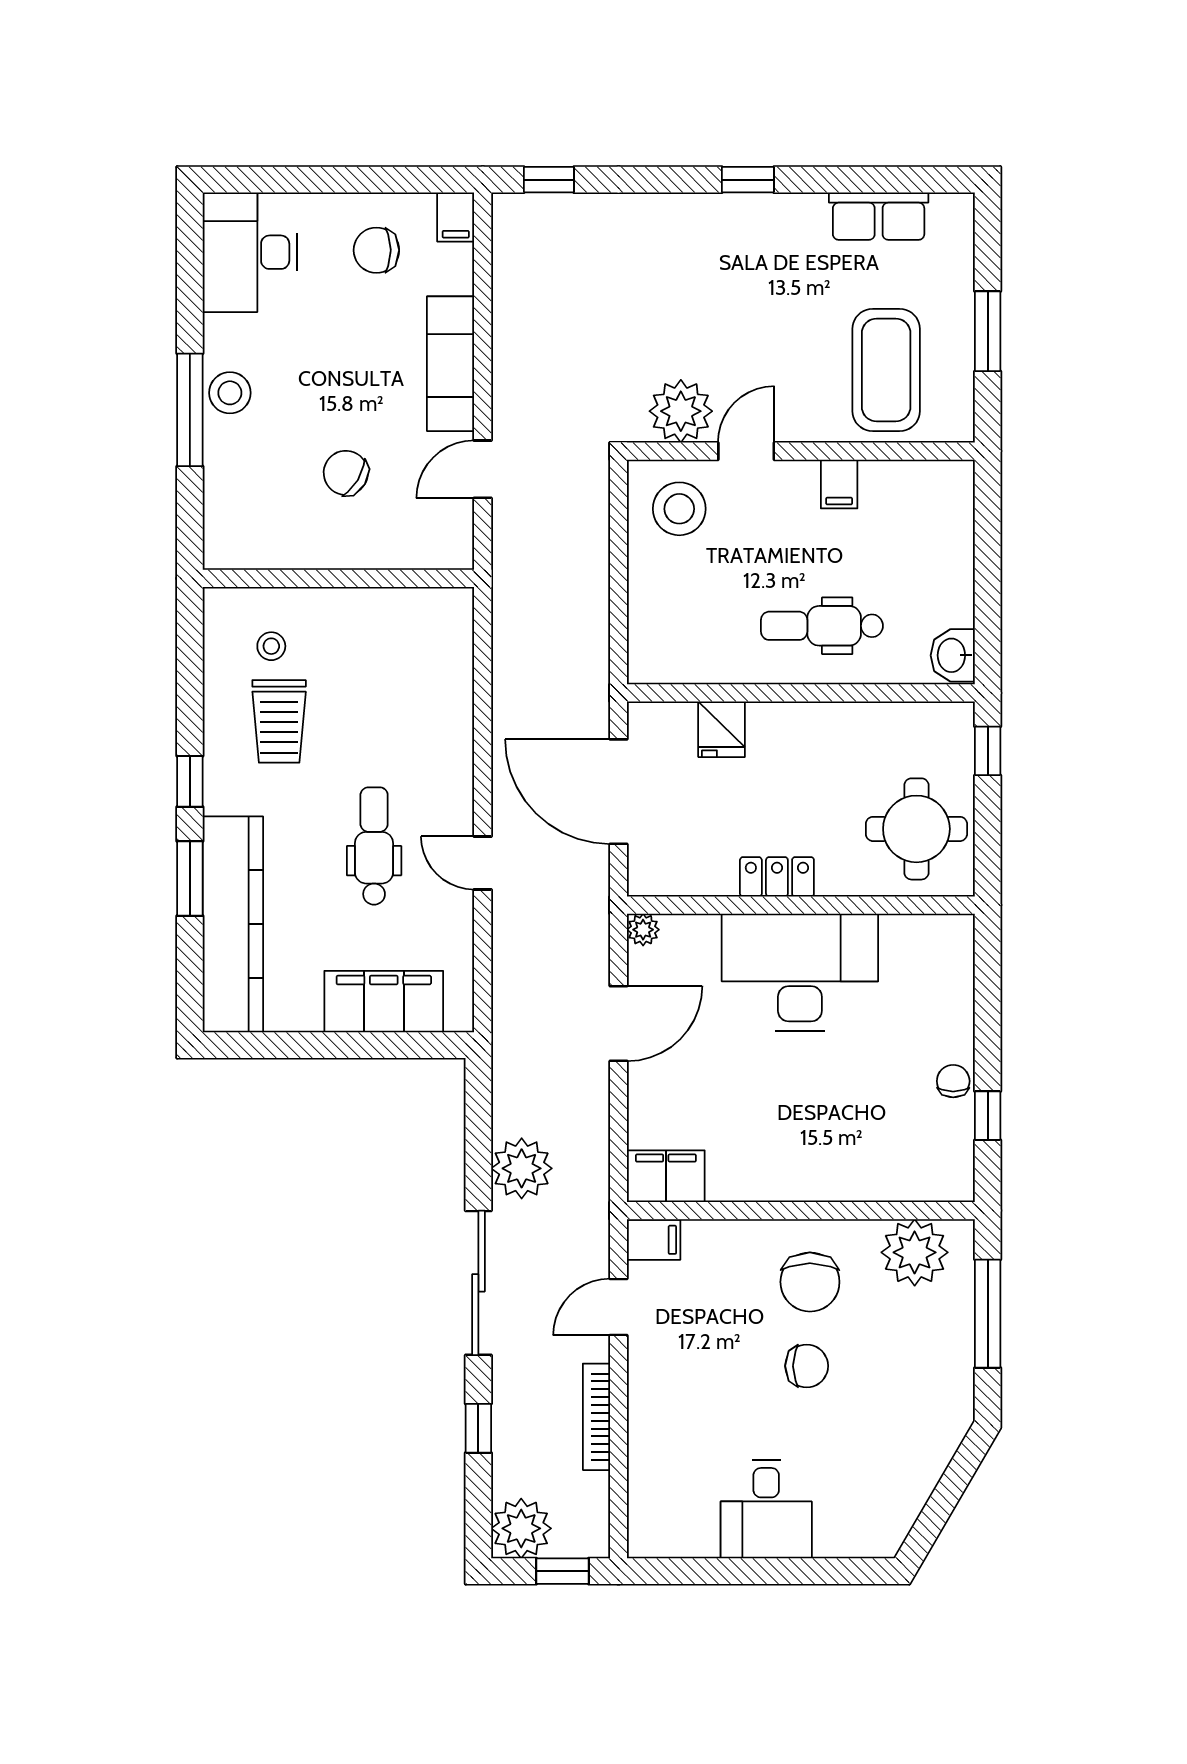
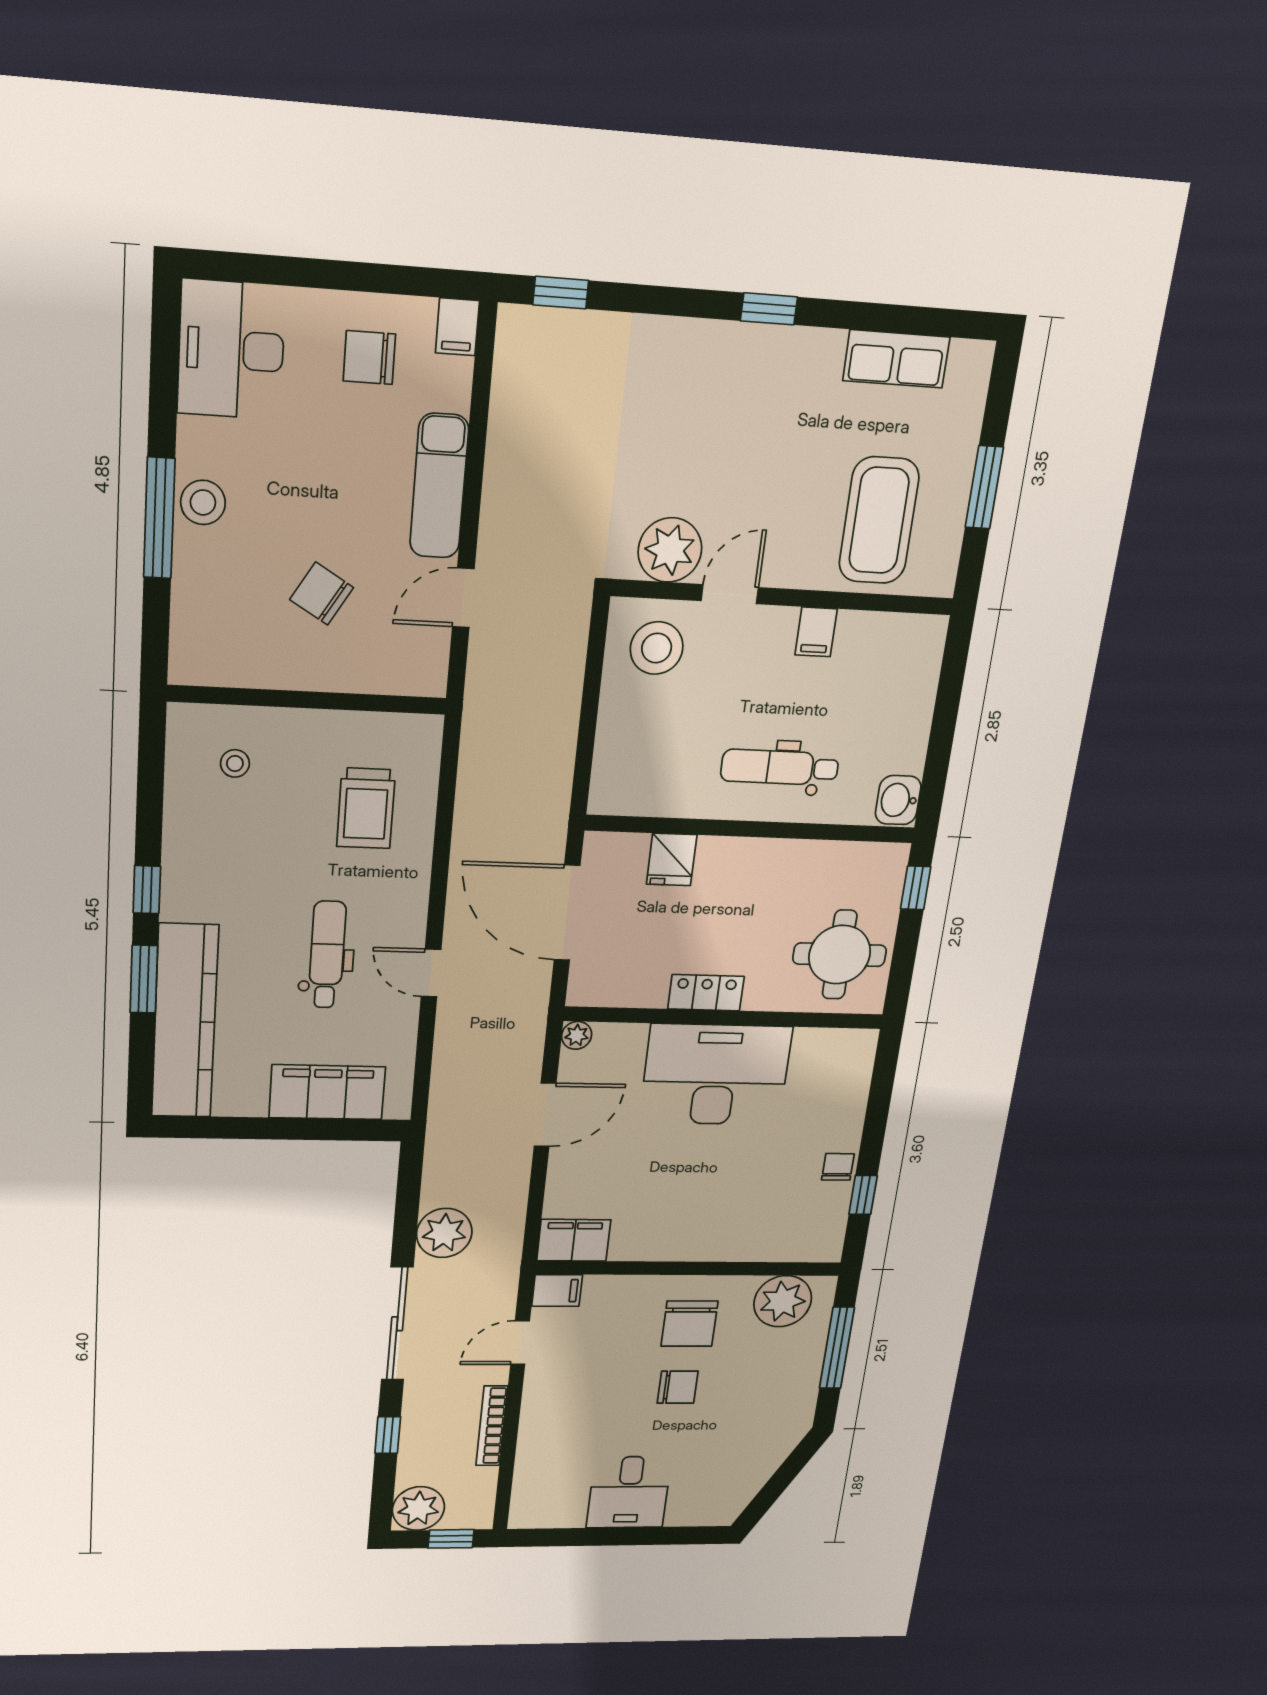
trolley: (279, 721) -> (366, 808), moved

